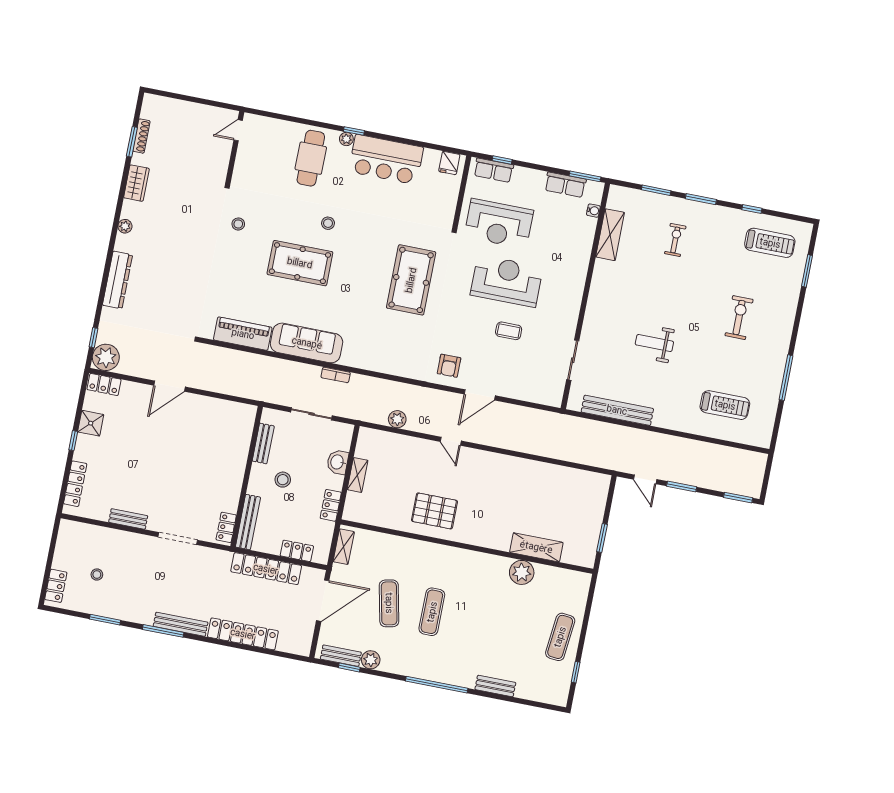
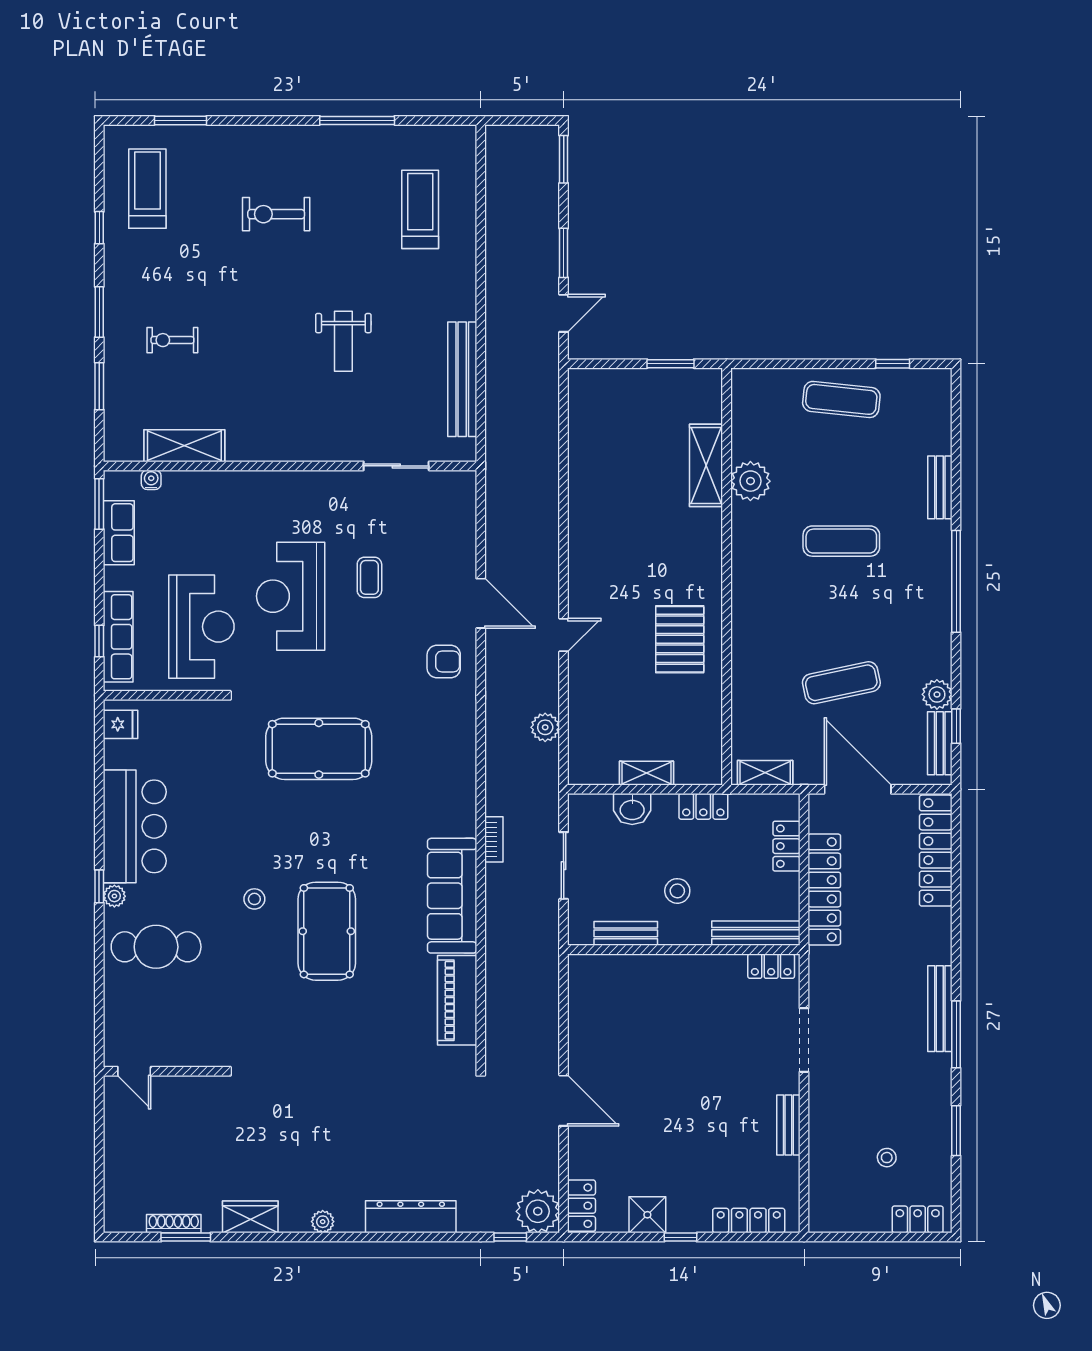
row of seats: (494, 170) -> (118, 637), width x1.48
stool: (238, 224) -> (284, 1042), removed
exercise mat: (432, 612) -> (841, 541), moved
locker: (243, 634) -> (936, 851), moved

